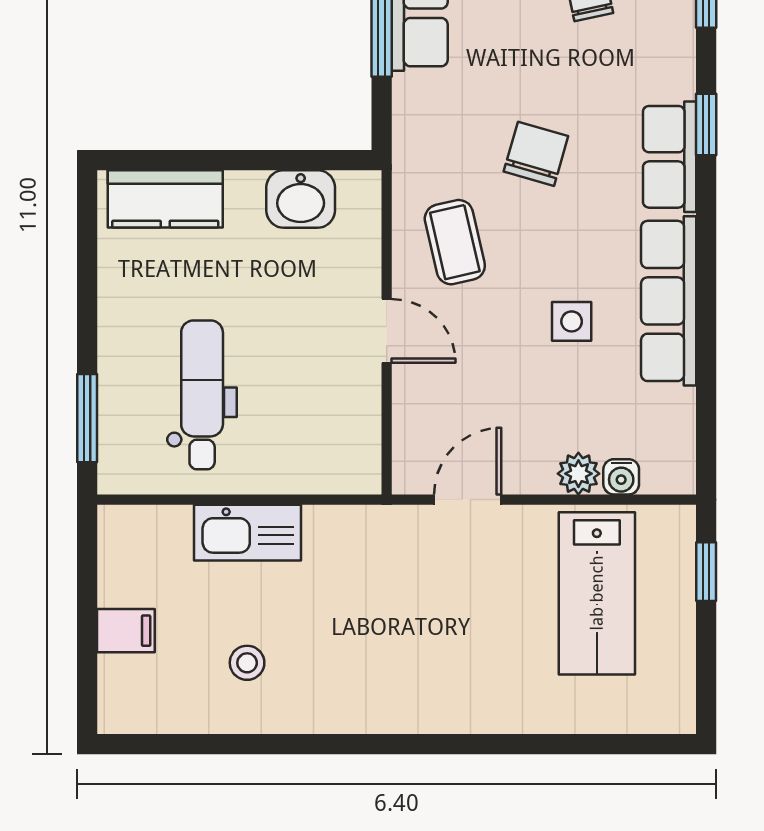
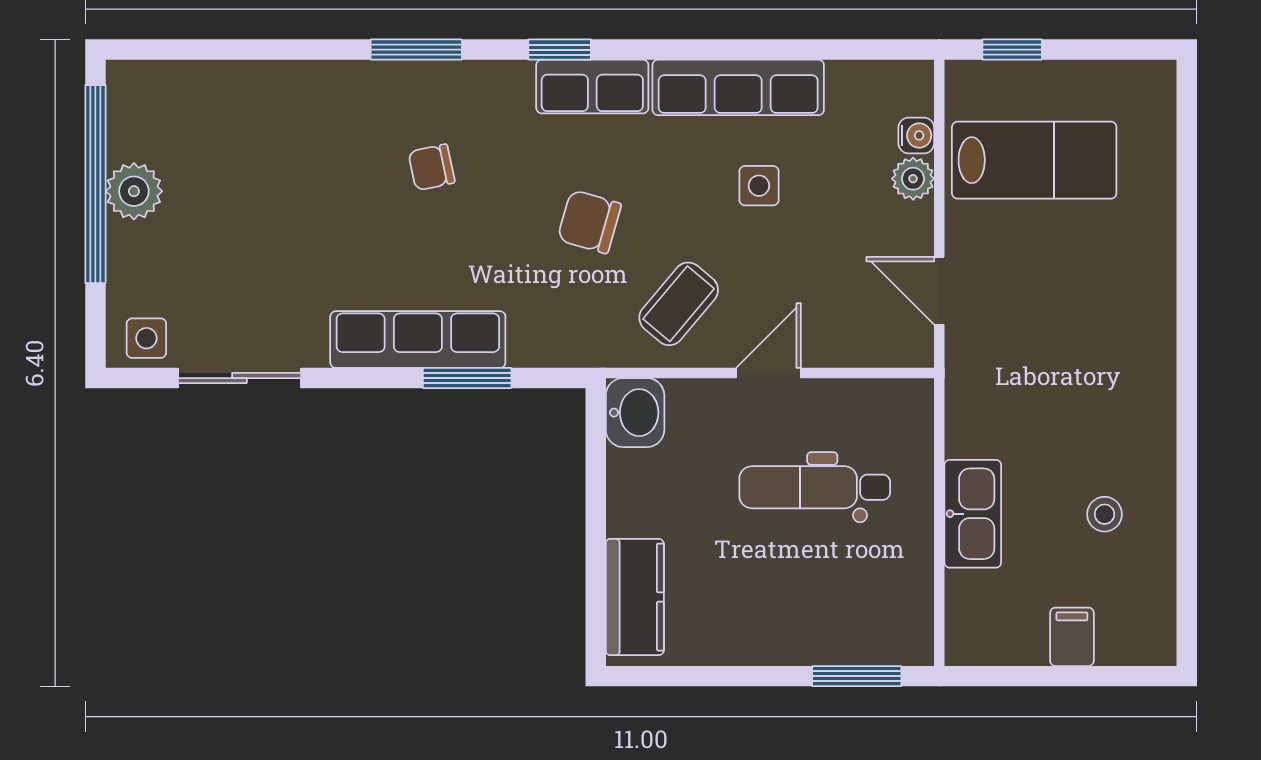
washbasin: (301, 199) -> (635, 413), moved
coffee table: (455, 242) -> (679, 304), turned -37
dental chair: (202, 395) -> (815, 487), moved

